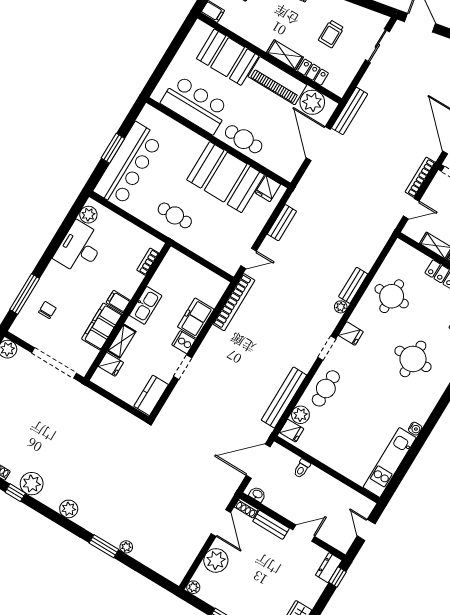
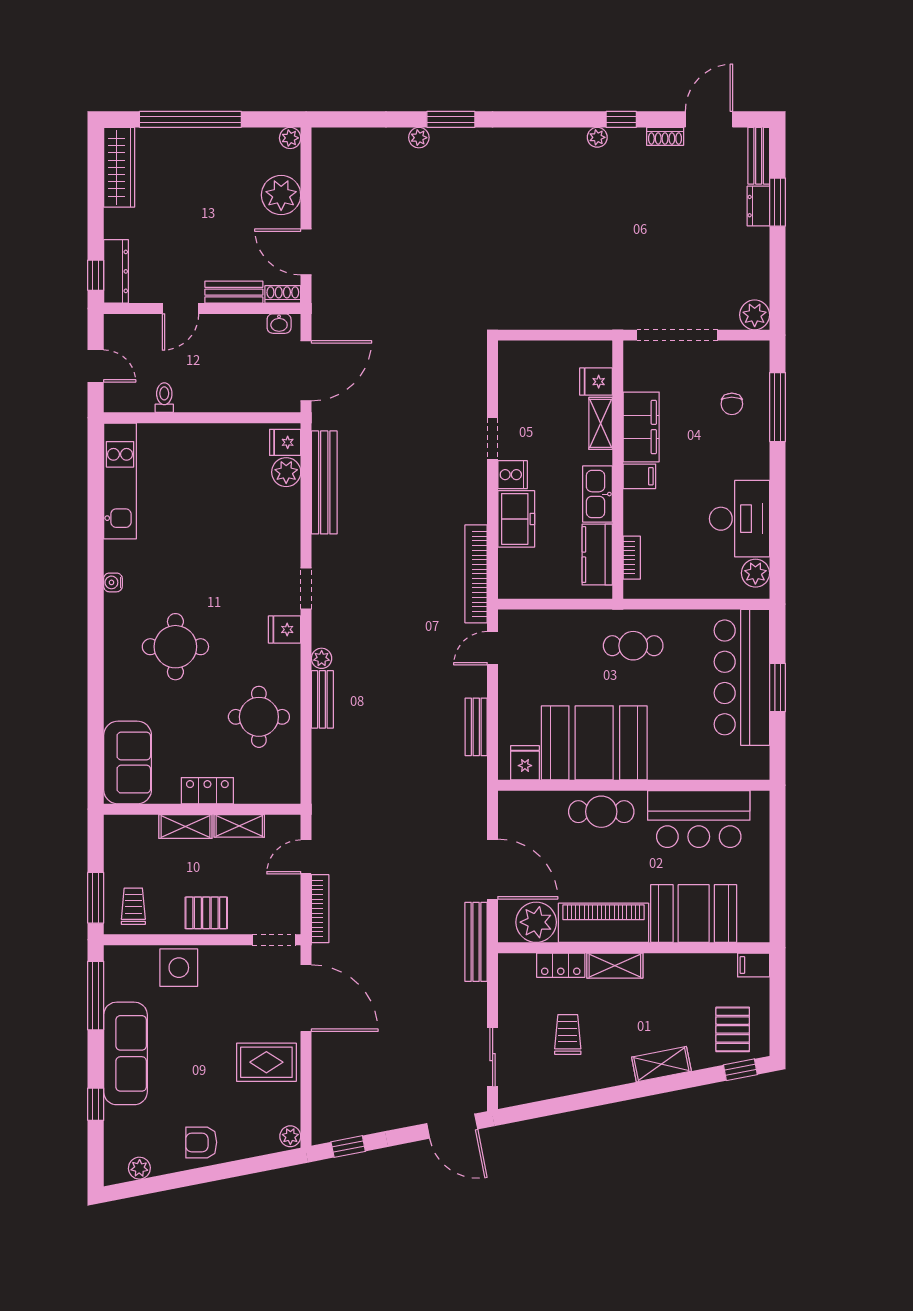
cafe table: (326, 388) -> (273, 531), removed
kitchen counter: (151, 395) -> (597, 555), moved, turned 180
water cooler: (415, 429) -> (113, 582), moved
toilet: (302, 469) -> (164, 398), moved
plant: (32, 484) -> (597, 137), width x0.53, depth x0.53
plant: (69, 509) -> (532, 142), removed
dresser: (329, 568) -> (116, 271), width x1.44

